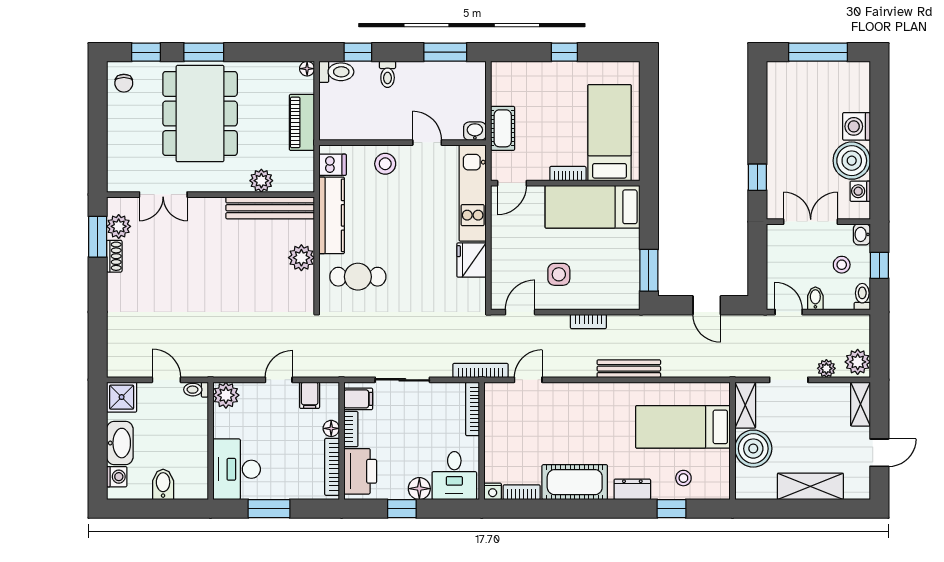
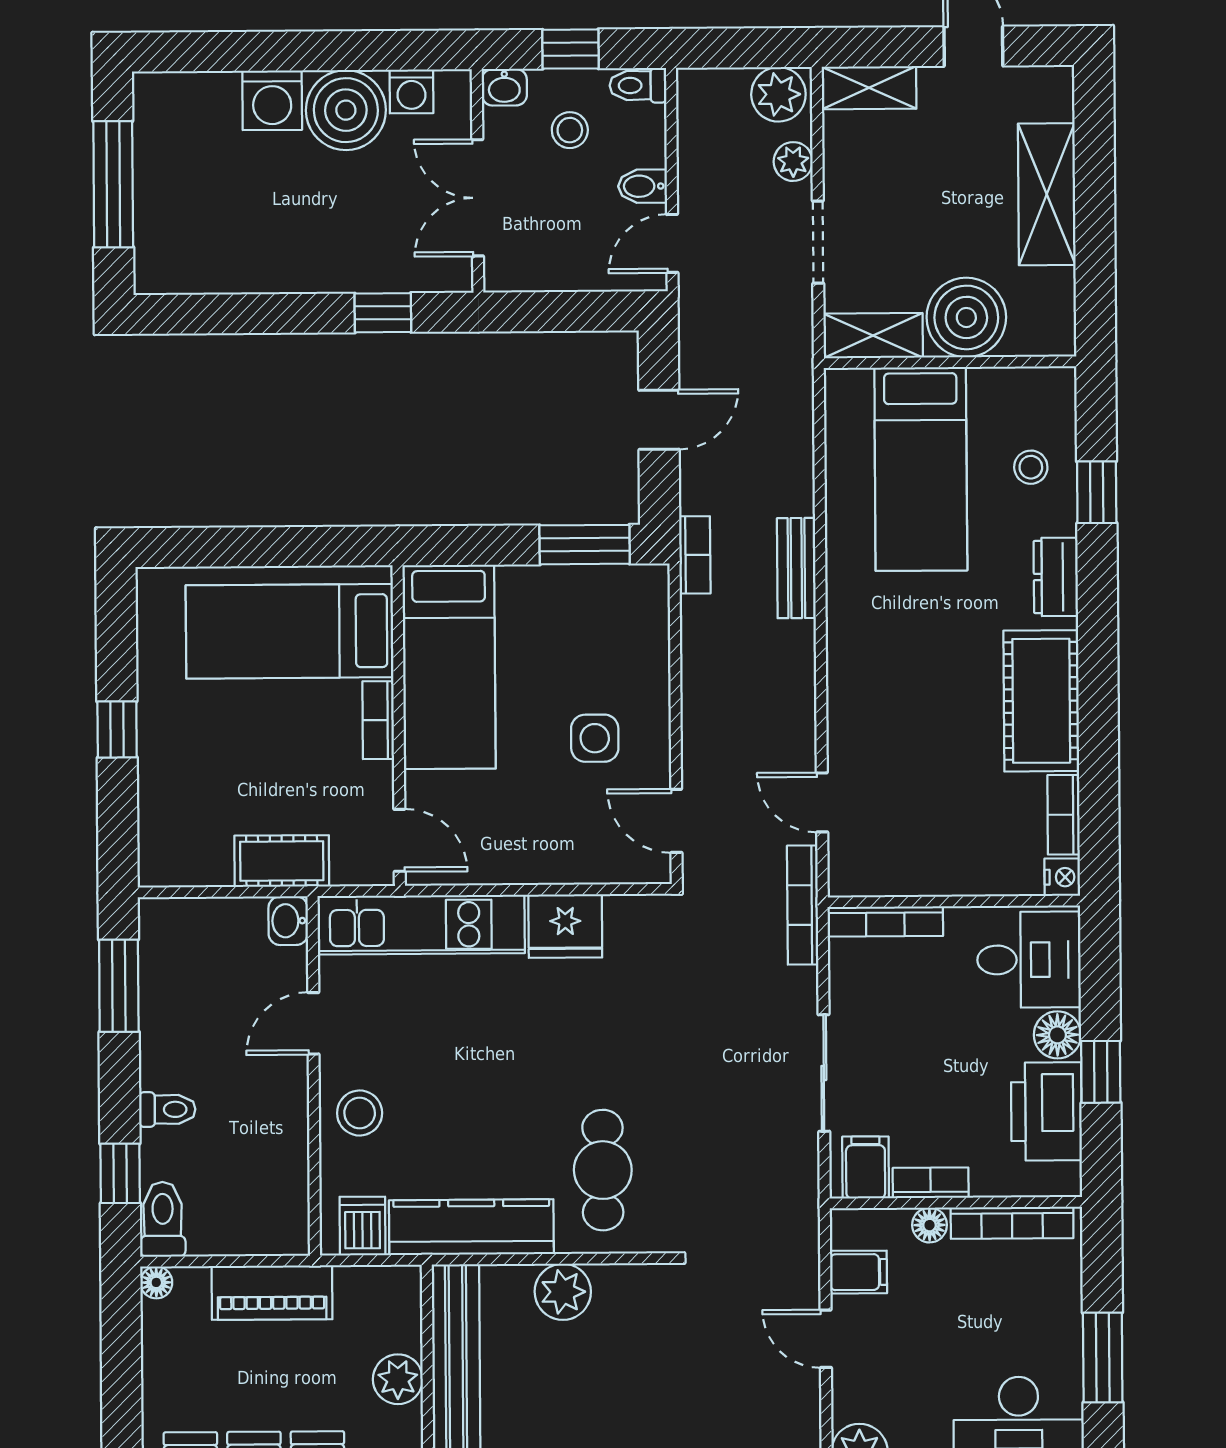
bookcase: (588, 321) -> (695, 555), moved
bench: (629, 369) -> (796, 568), width x0.73
printer: (360, 471) -> (1046, 1111), moved, turned -90

